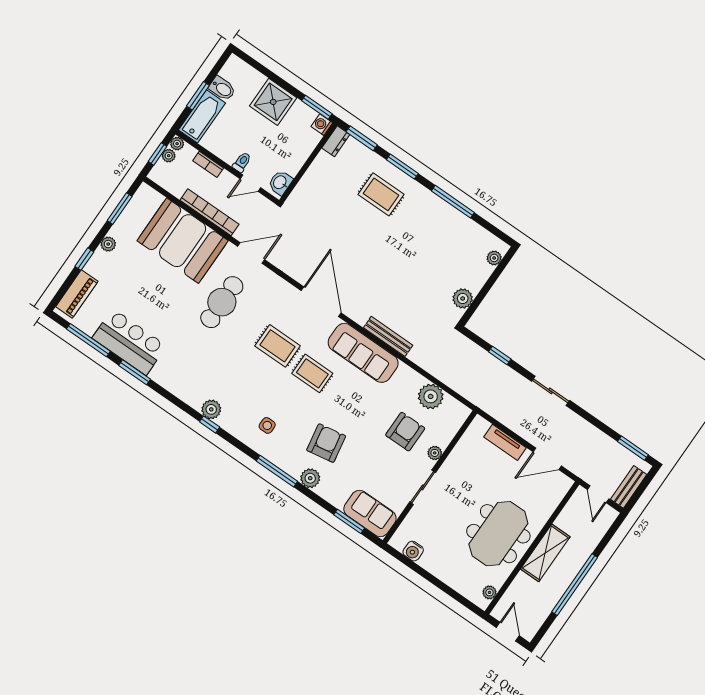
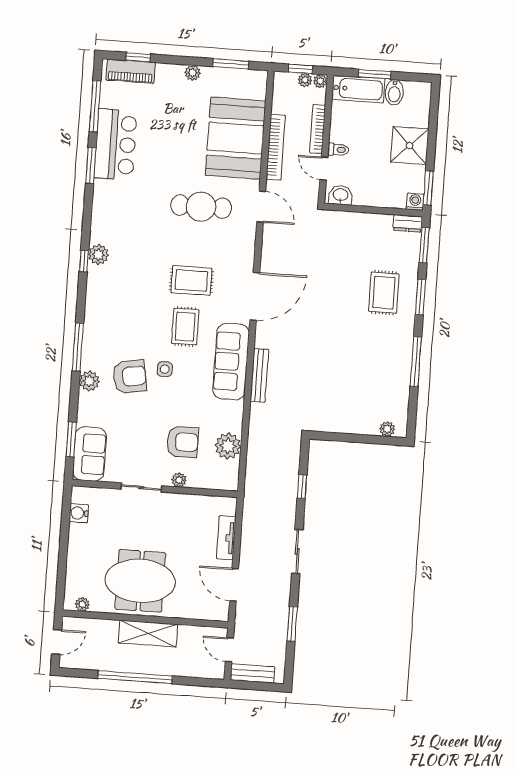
bookcase: (208, 164) -> (318, 129), width x1.56
window: (84, 259) -> (138, 57), moved
plant: (463, 298) -> (334, 422), removed
rug: (278, 346) -> (191, 280), turned 90
side table: (267, 425) -> (165, 369), moved
window: (633, 448) -> (292, 624), moved
door: (598, 494) -> (229, 650), hinge flipped

